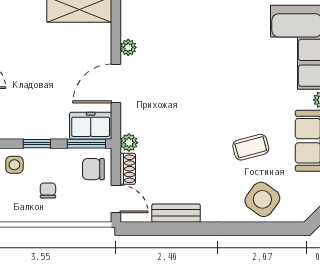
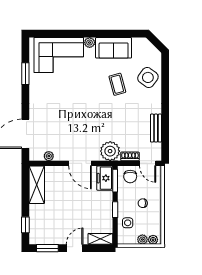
plant: (128, 47) -> (49, 156), moved
plant: (129, 143) -> (110, 151), width x1.88, depth x1.88
door: (116, 199) -> (148, 163), swing flipped

